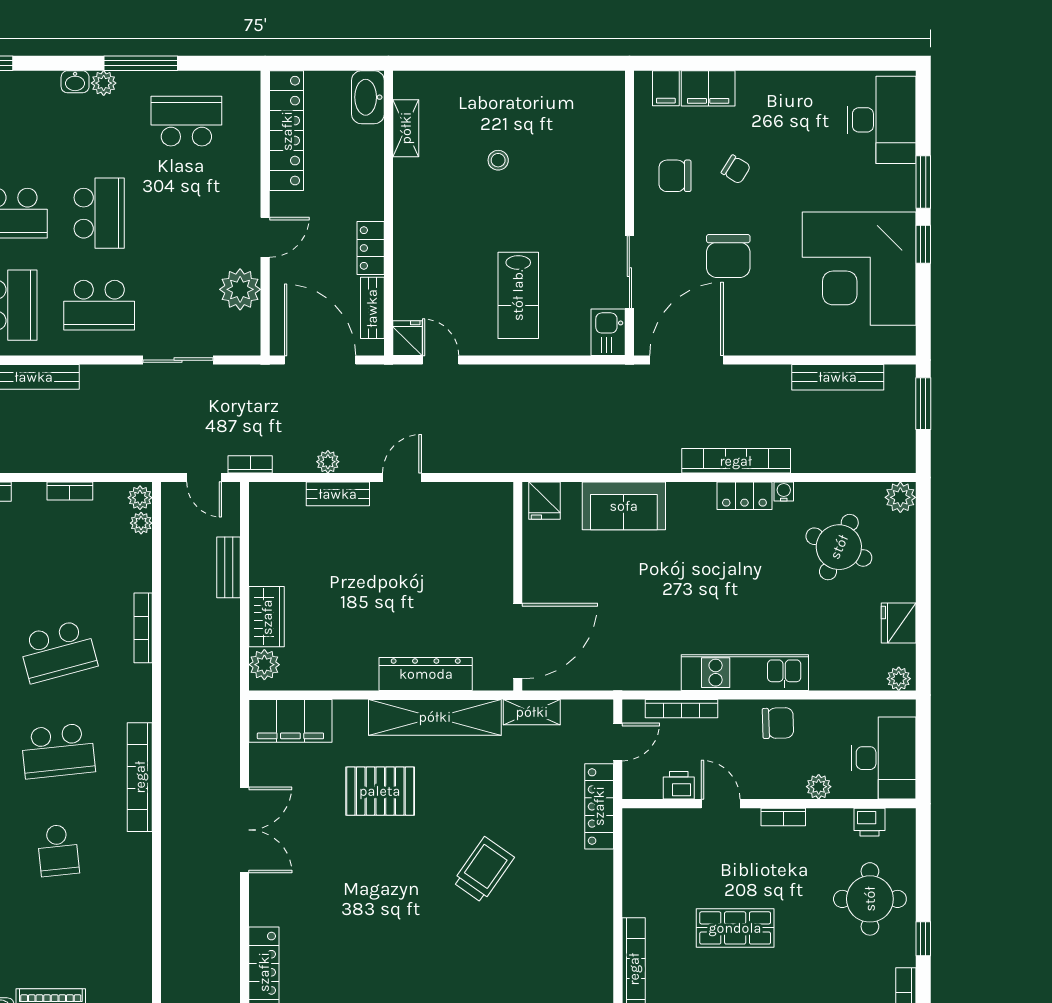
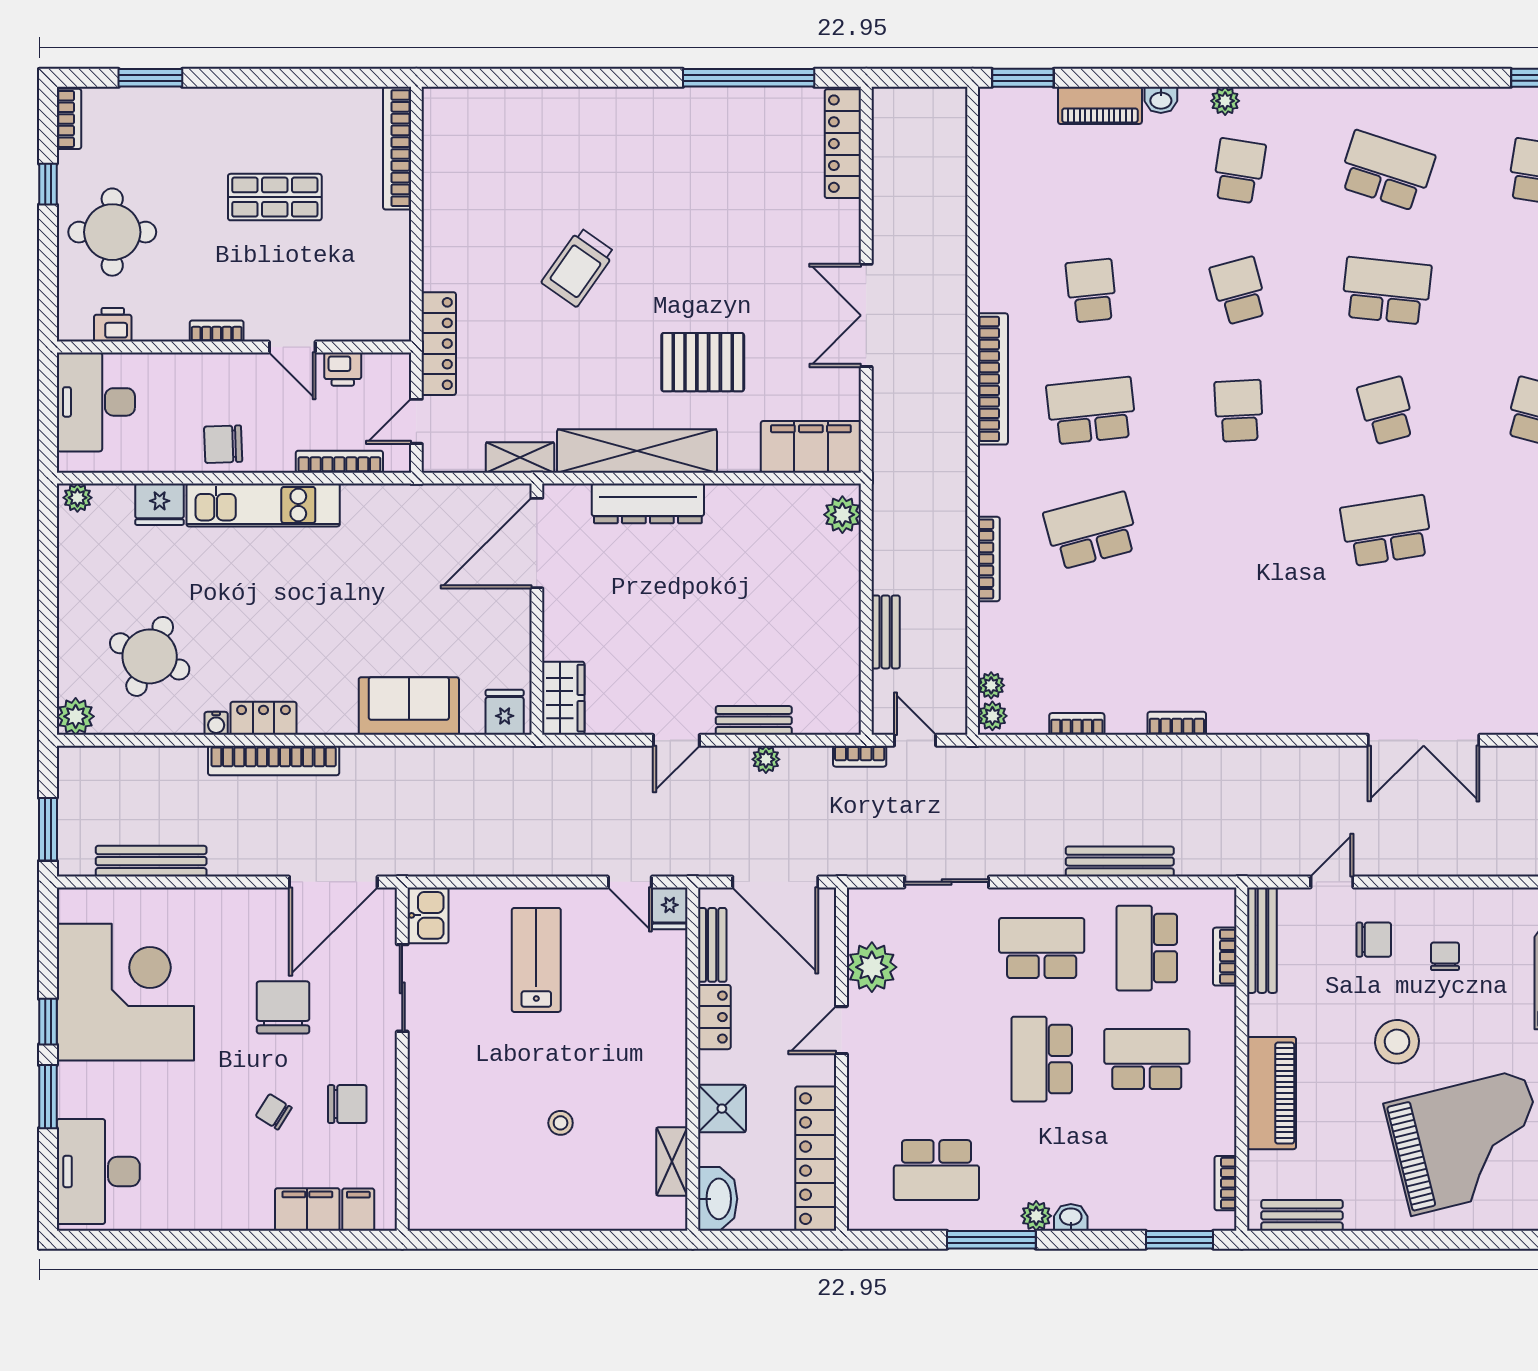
shower: (364, 172) -> (722, 1109), added
wardrobe: (267, 617) -> (563, 698), moved, turned 180
fridge: (899, 623) -> (160, 504), moved, turned 90
plant: (819, 787) -> (174, 367), removed

